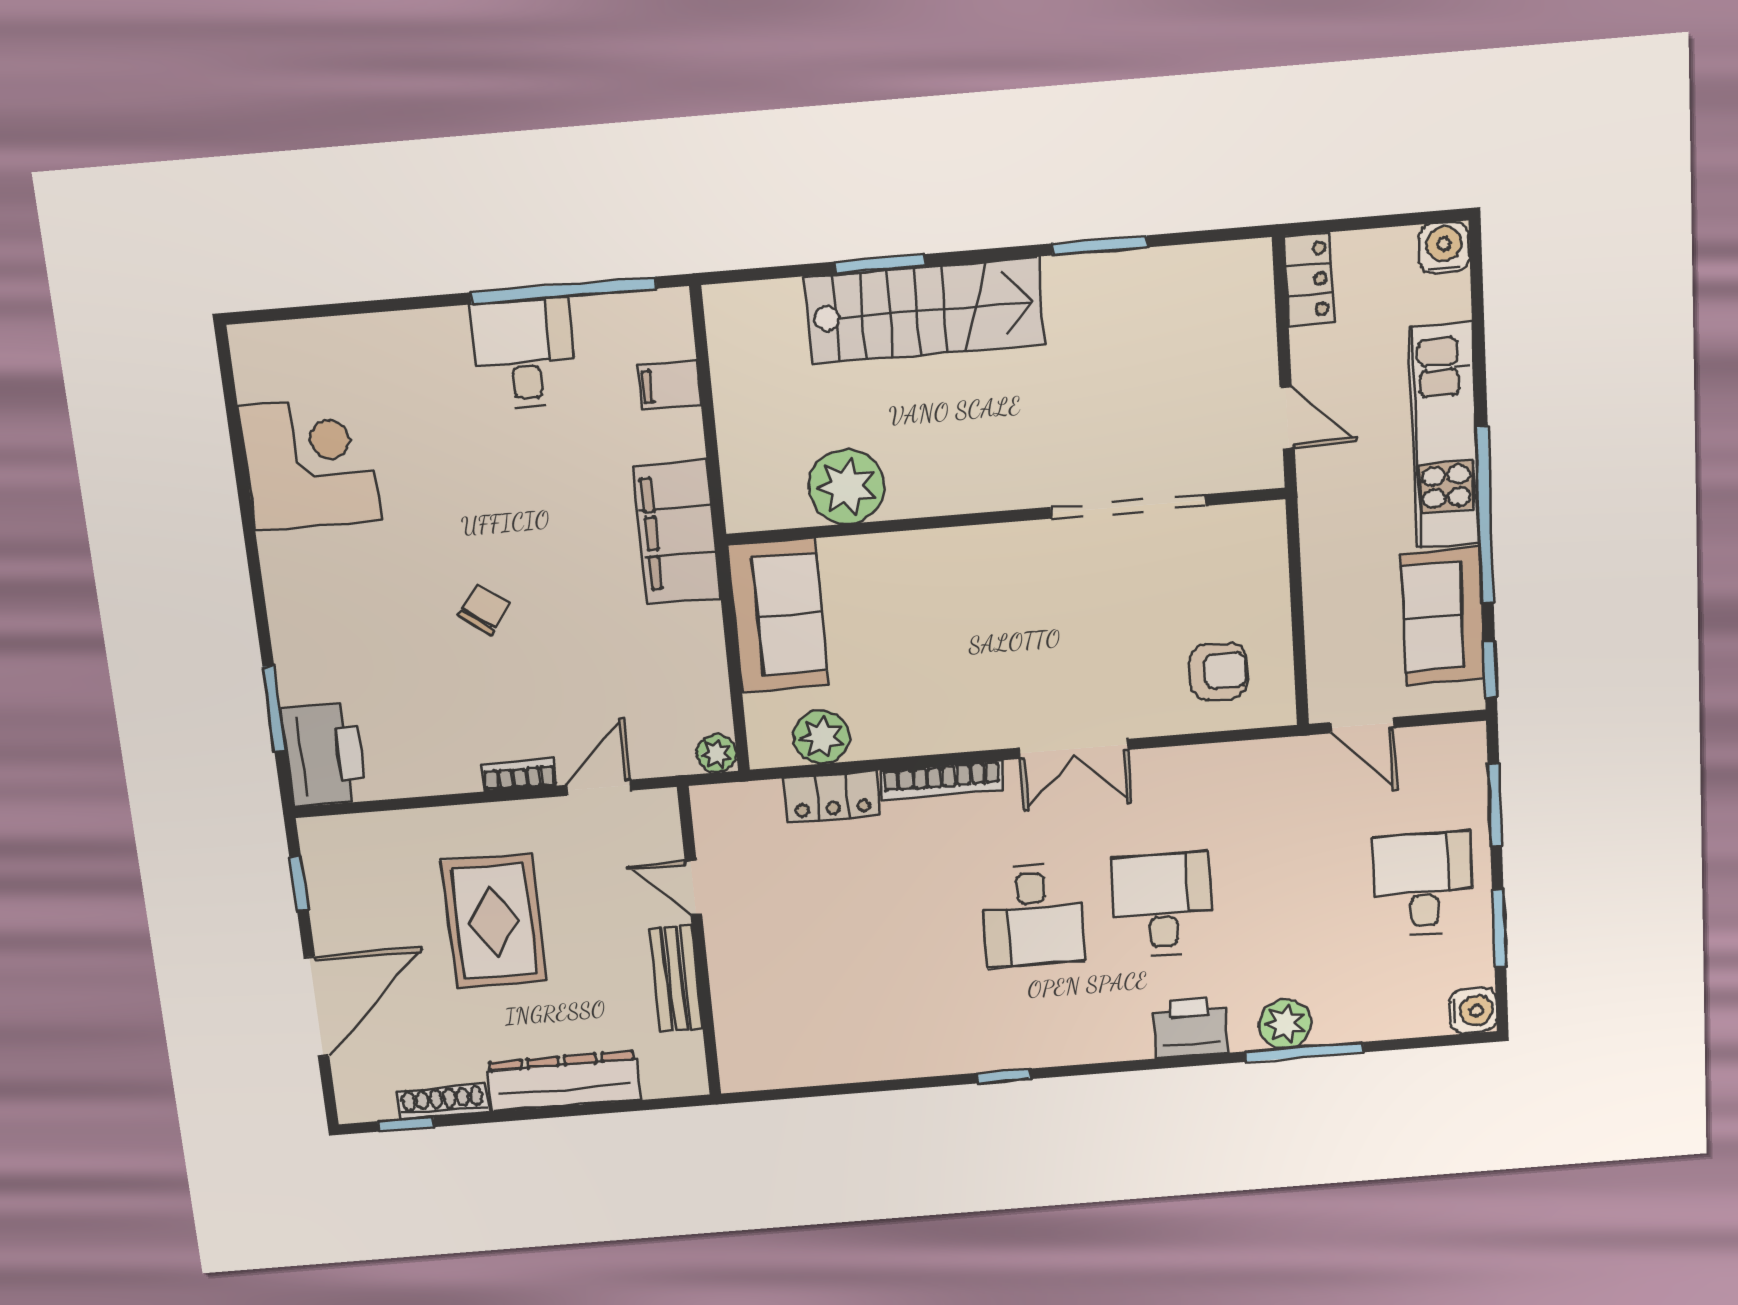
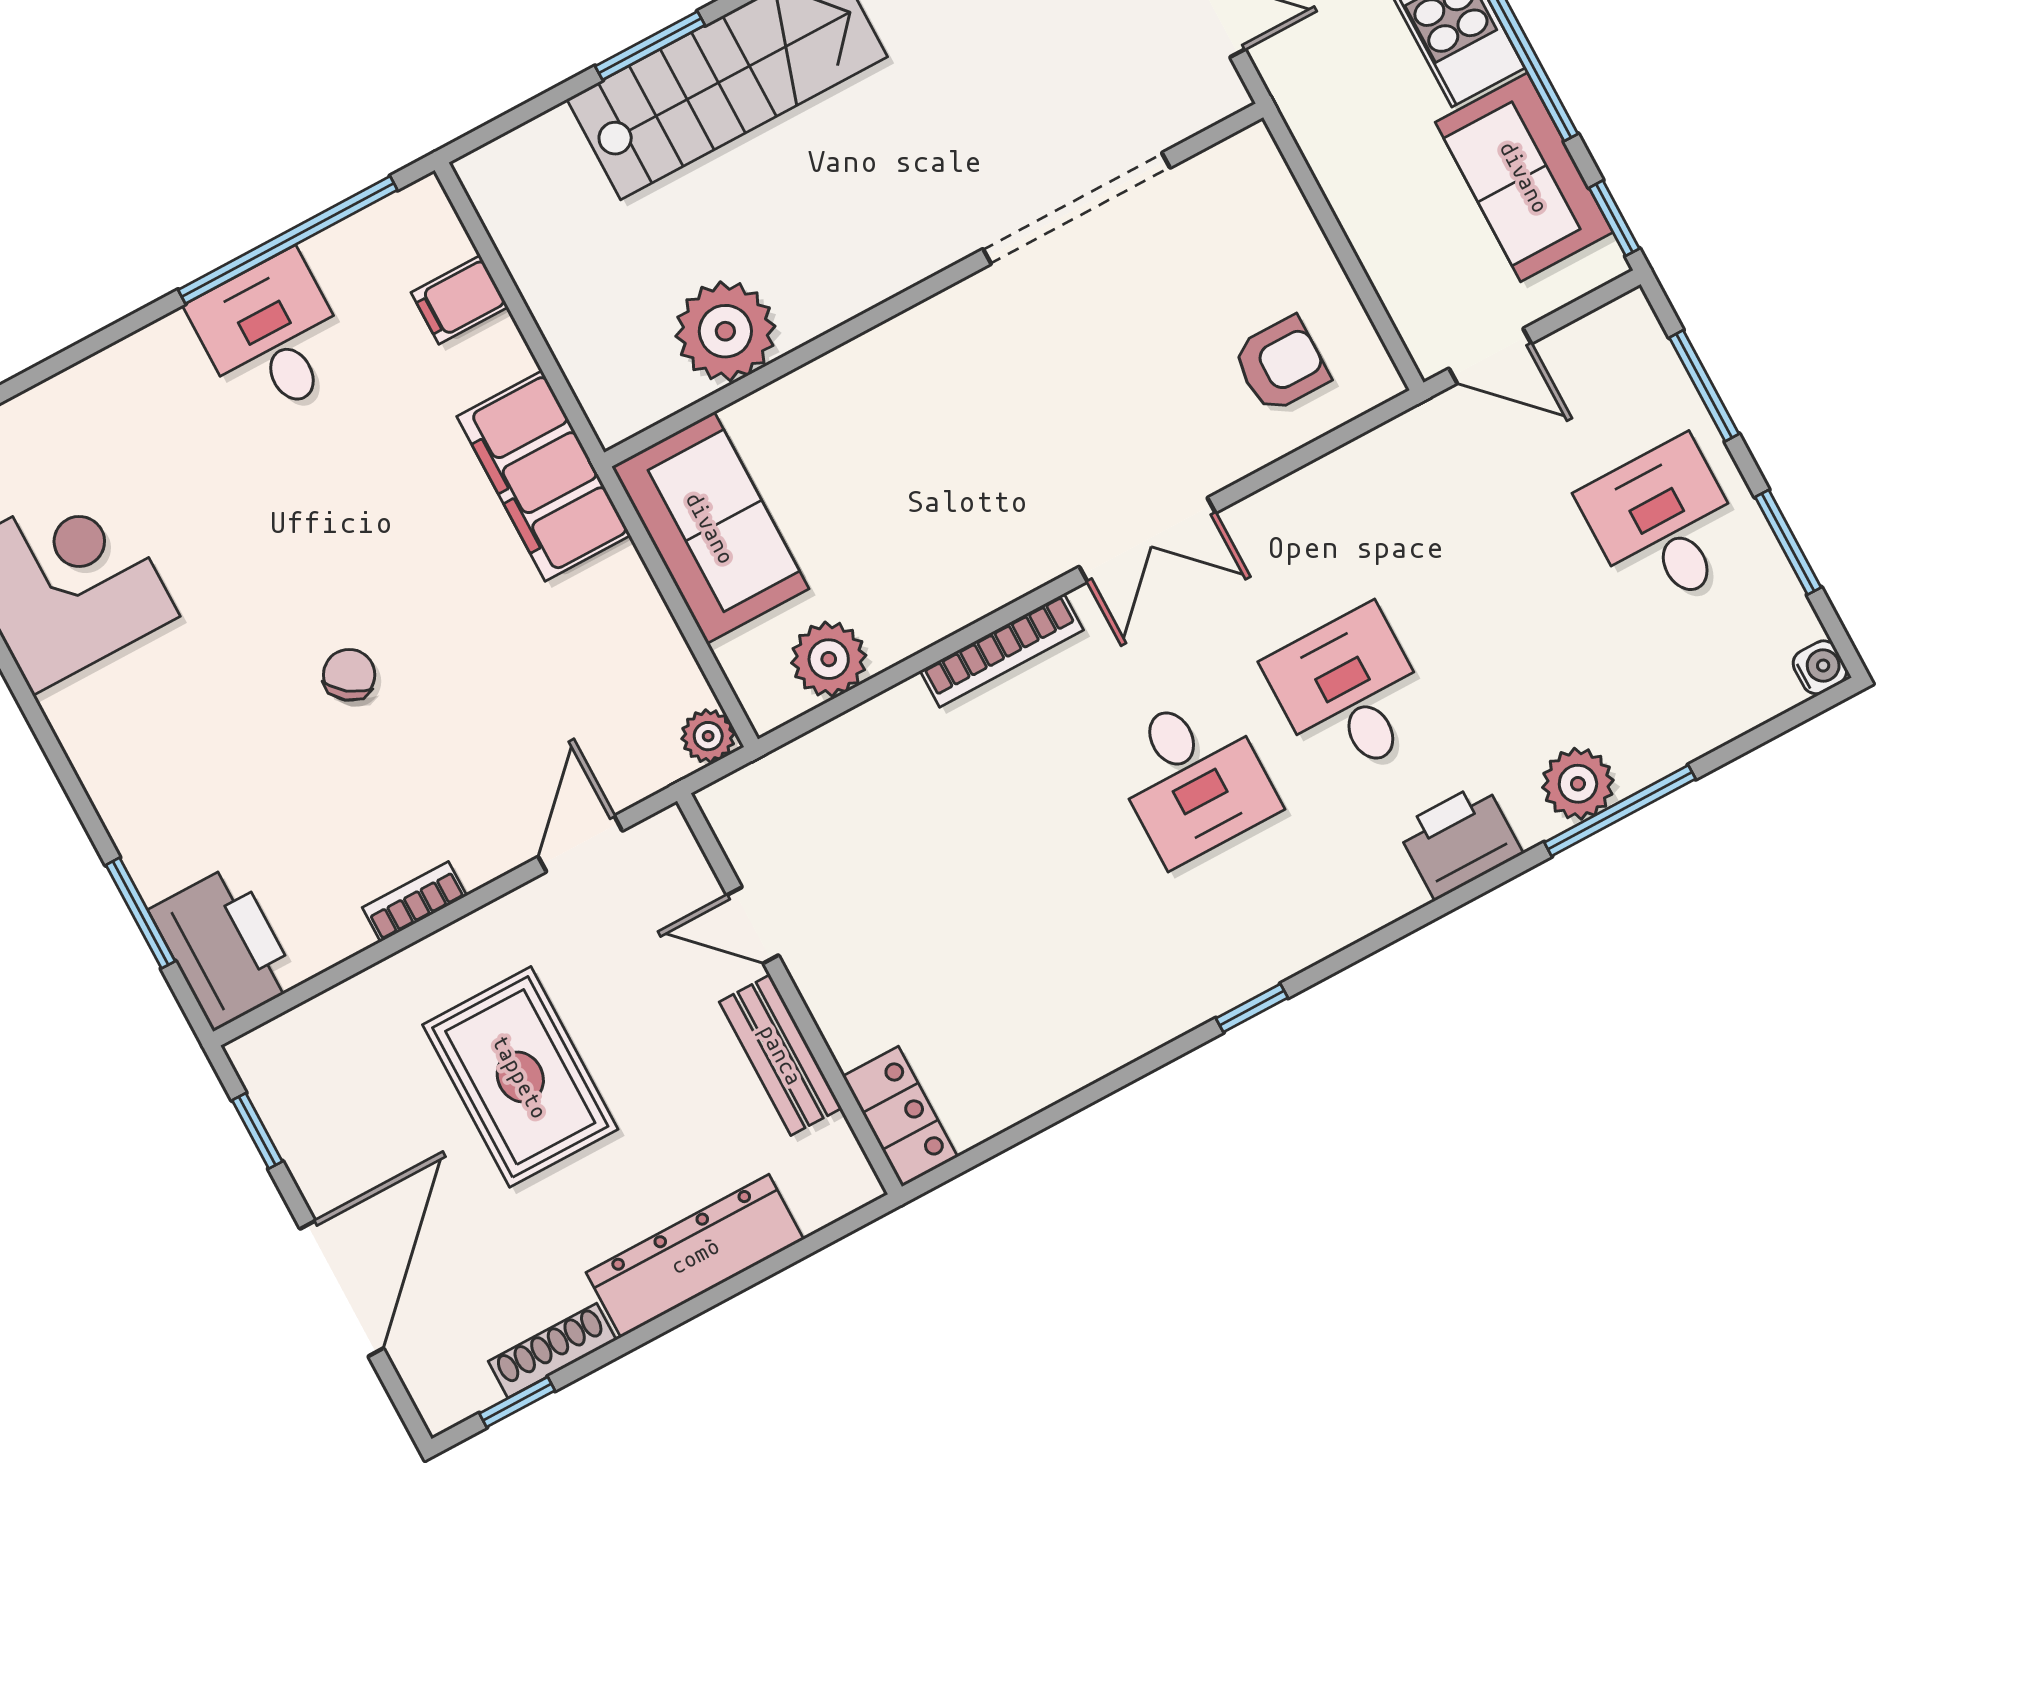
bookcase: (519, 775) -> (415, 902), moved
locker: (832, 797) -> (900, 1116), moved, turned -90
water cooler: (1473, 1011) -> (1820, 667), width x0.72, depth x0.72

